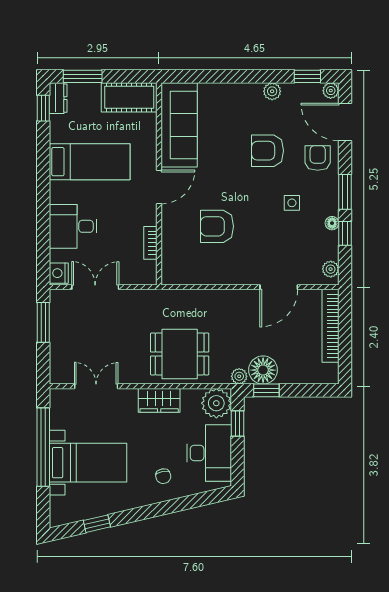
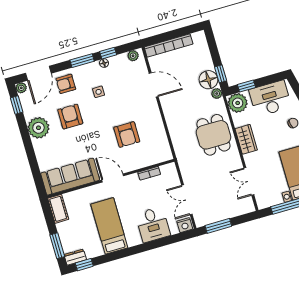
plant: (272, 91) -> (38, 128), width x1.88, depth x1.88
cot: (129, 97) -> (58, 209), width x0.73, depth x0.75
armchair: (268, 151) -> (70, 117), turned 180

